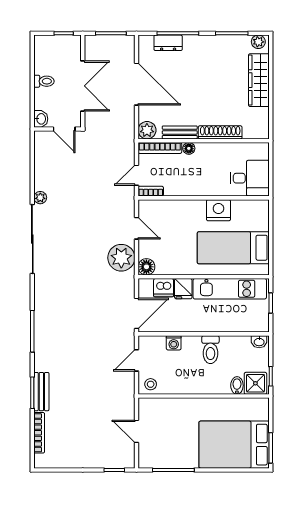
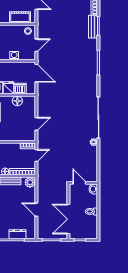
door: (136, 84) -> (36, 210), width x0.53
double door: (83, 86) -> (68, 219), moved
door: (136, 228) -> (36, 124), swing flipped
plant: (121, 258) -> (45, 106), removed
floor lamp: (146, 267) -> (17, 101), moved
door: (136, 313) -> (36, 73), swing flipped
cot: (164, 407) -> (20, 17), added

